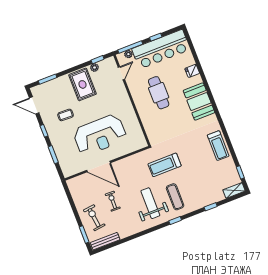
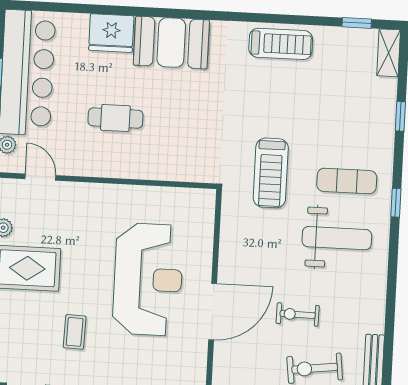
fridge: (192, 71) -> (111, 33), width x1.88, depth x1.34
cafe table: (159, 93) -> (115, 118), width x0.73, depth x0.74
weight bench: (150, 203) -> (337, 238), turned 180

